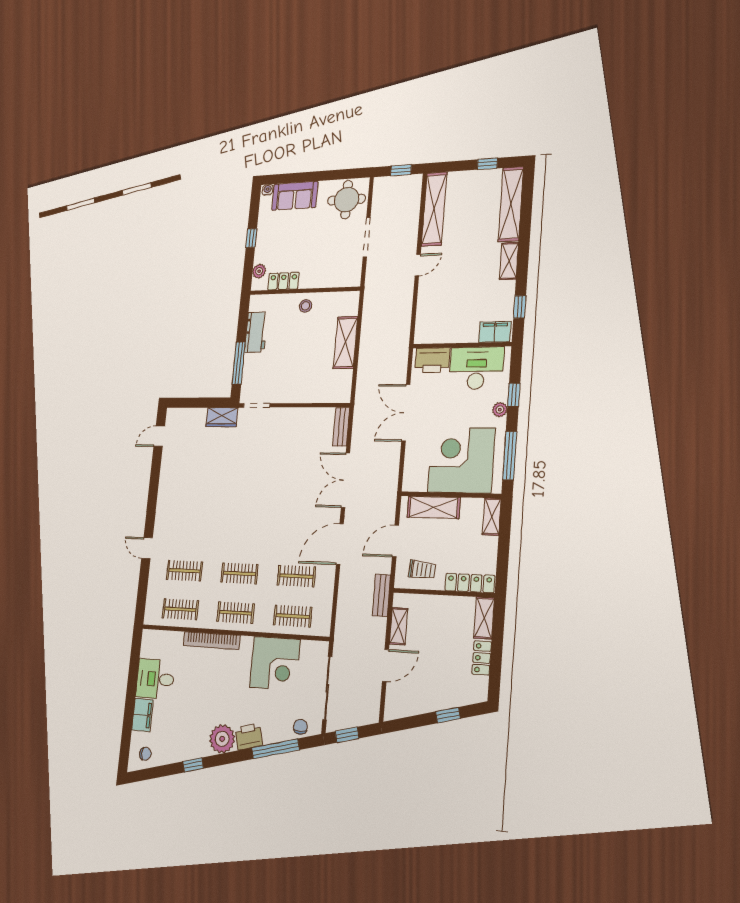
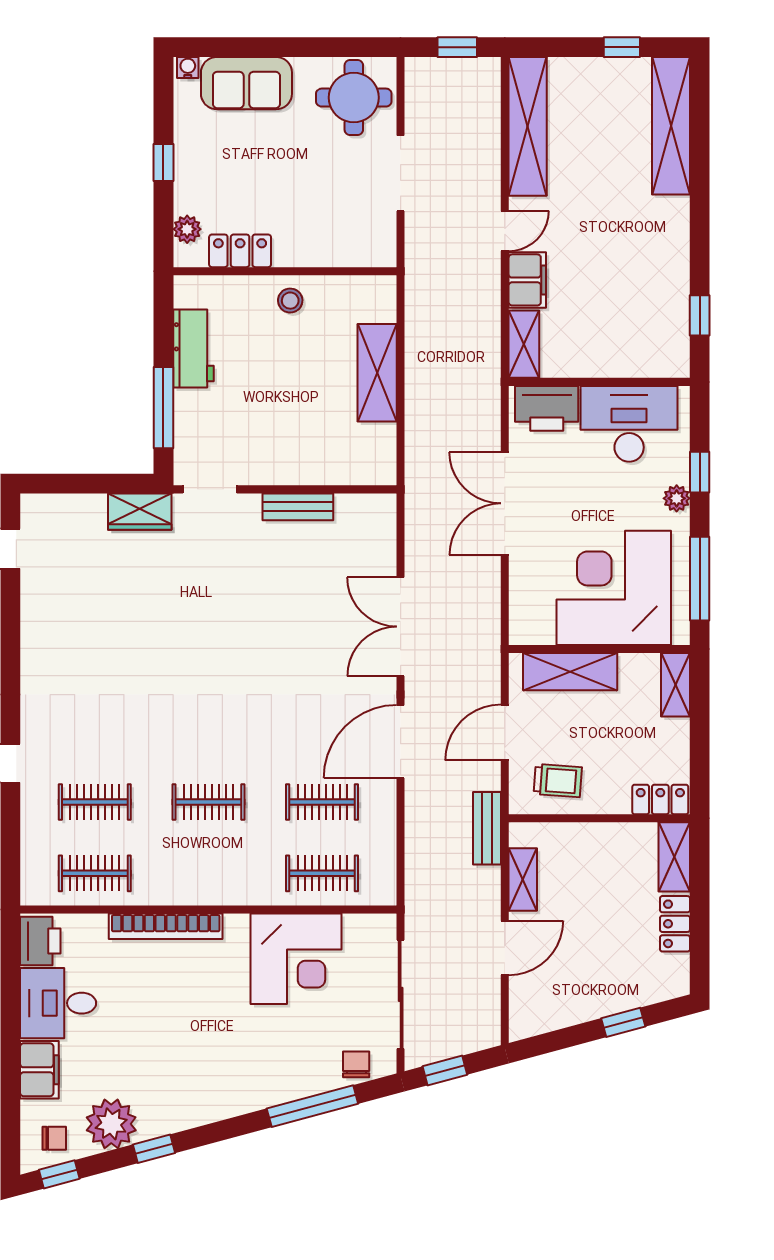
shelving: (509, 261) -> (524, 344), moved
filing cabinet: (495, 332) -> (527, 280), moved, turned 90
bench: (341, 427) -> (298, 507), moved, turned 90
locker: (470, 583) -> (660, 800), width x0.66
clothes rail: (236, 613) -> (208, 873), removed
printer: (249, 737) -> (40, 941), moved, turned 105
plant: (222, 739) -> (111, 1124), moved
window: (146, 774) -> (59, 1174), added

